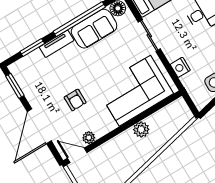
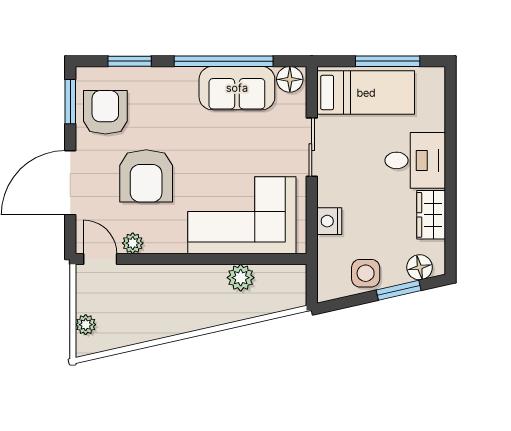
tv unit: (57, 44) -> (169, 77), removed
armchair: (36, 80) -> (105, 112), added
armchair: (75, 100) -> (146, 176), width x1.88, depth x1.88
plant: (141, 130) -> (241, 278), moved

